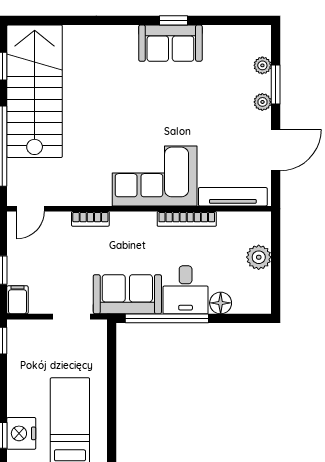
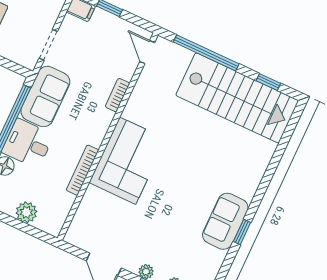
tv unit: (233, 197) -> (83, 214), removed

